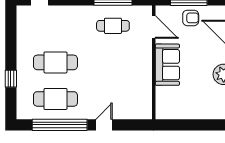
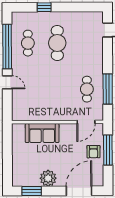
sofa: (167, 65) -> (42, 133), moved
cafe table: (55, 99) -> (28, 43), width x0.73, depth x0.74

